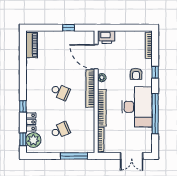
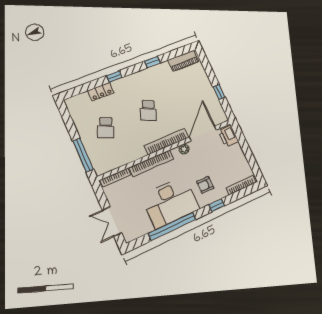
school desk: (60, 130) -> (106, 128), turned 48
window: (23, 139) -> (152, 62), moved
plant: (33, 140) -> (82, 102), removed

